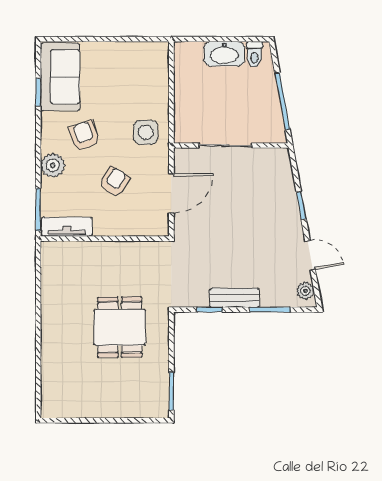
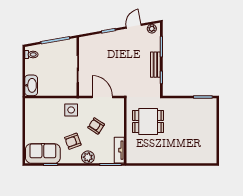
washbasin: (224, 54) -> (31, 85), moved
dining table: (120, 327) -> (148, 121), moved

